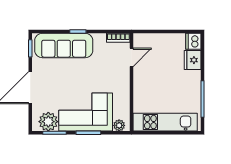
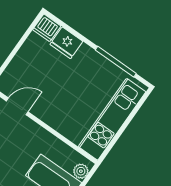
door: (131, 57) -> (17, 106), hinge flipped

